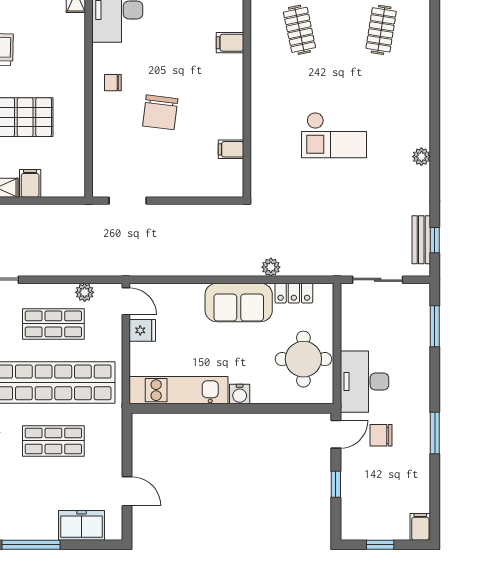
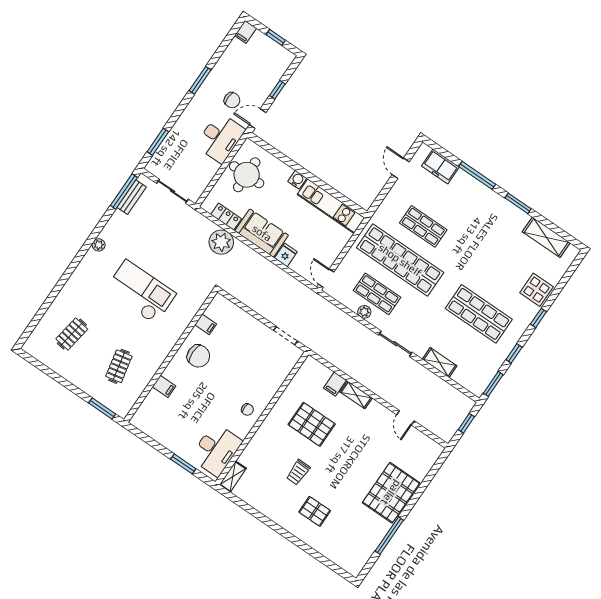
chair: (160, 112) -> (198, 356), moved, turned 83
checkout: (334, 135) -> (141, 292), width x1.36, depth x1.21
window: (435, 240) -> (124, 192), width x2.17
plant: (271, 267) -> (221, 242), width x1.88, depth x1.88
plant: (85, 292) -> (364, 312), moved
fridge: (142, 330) -> (286, 255), moved, turned 90

